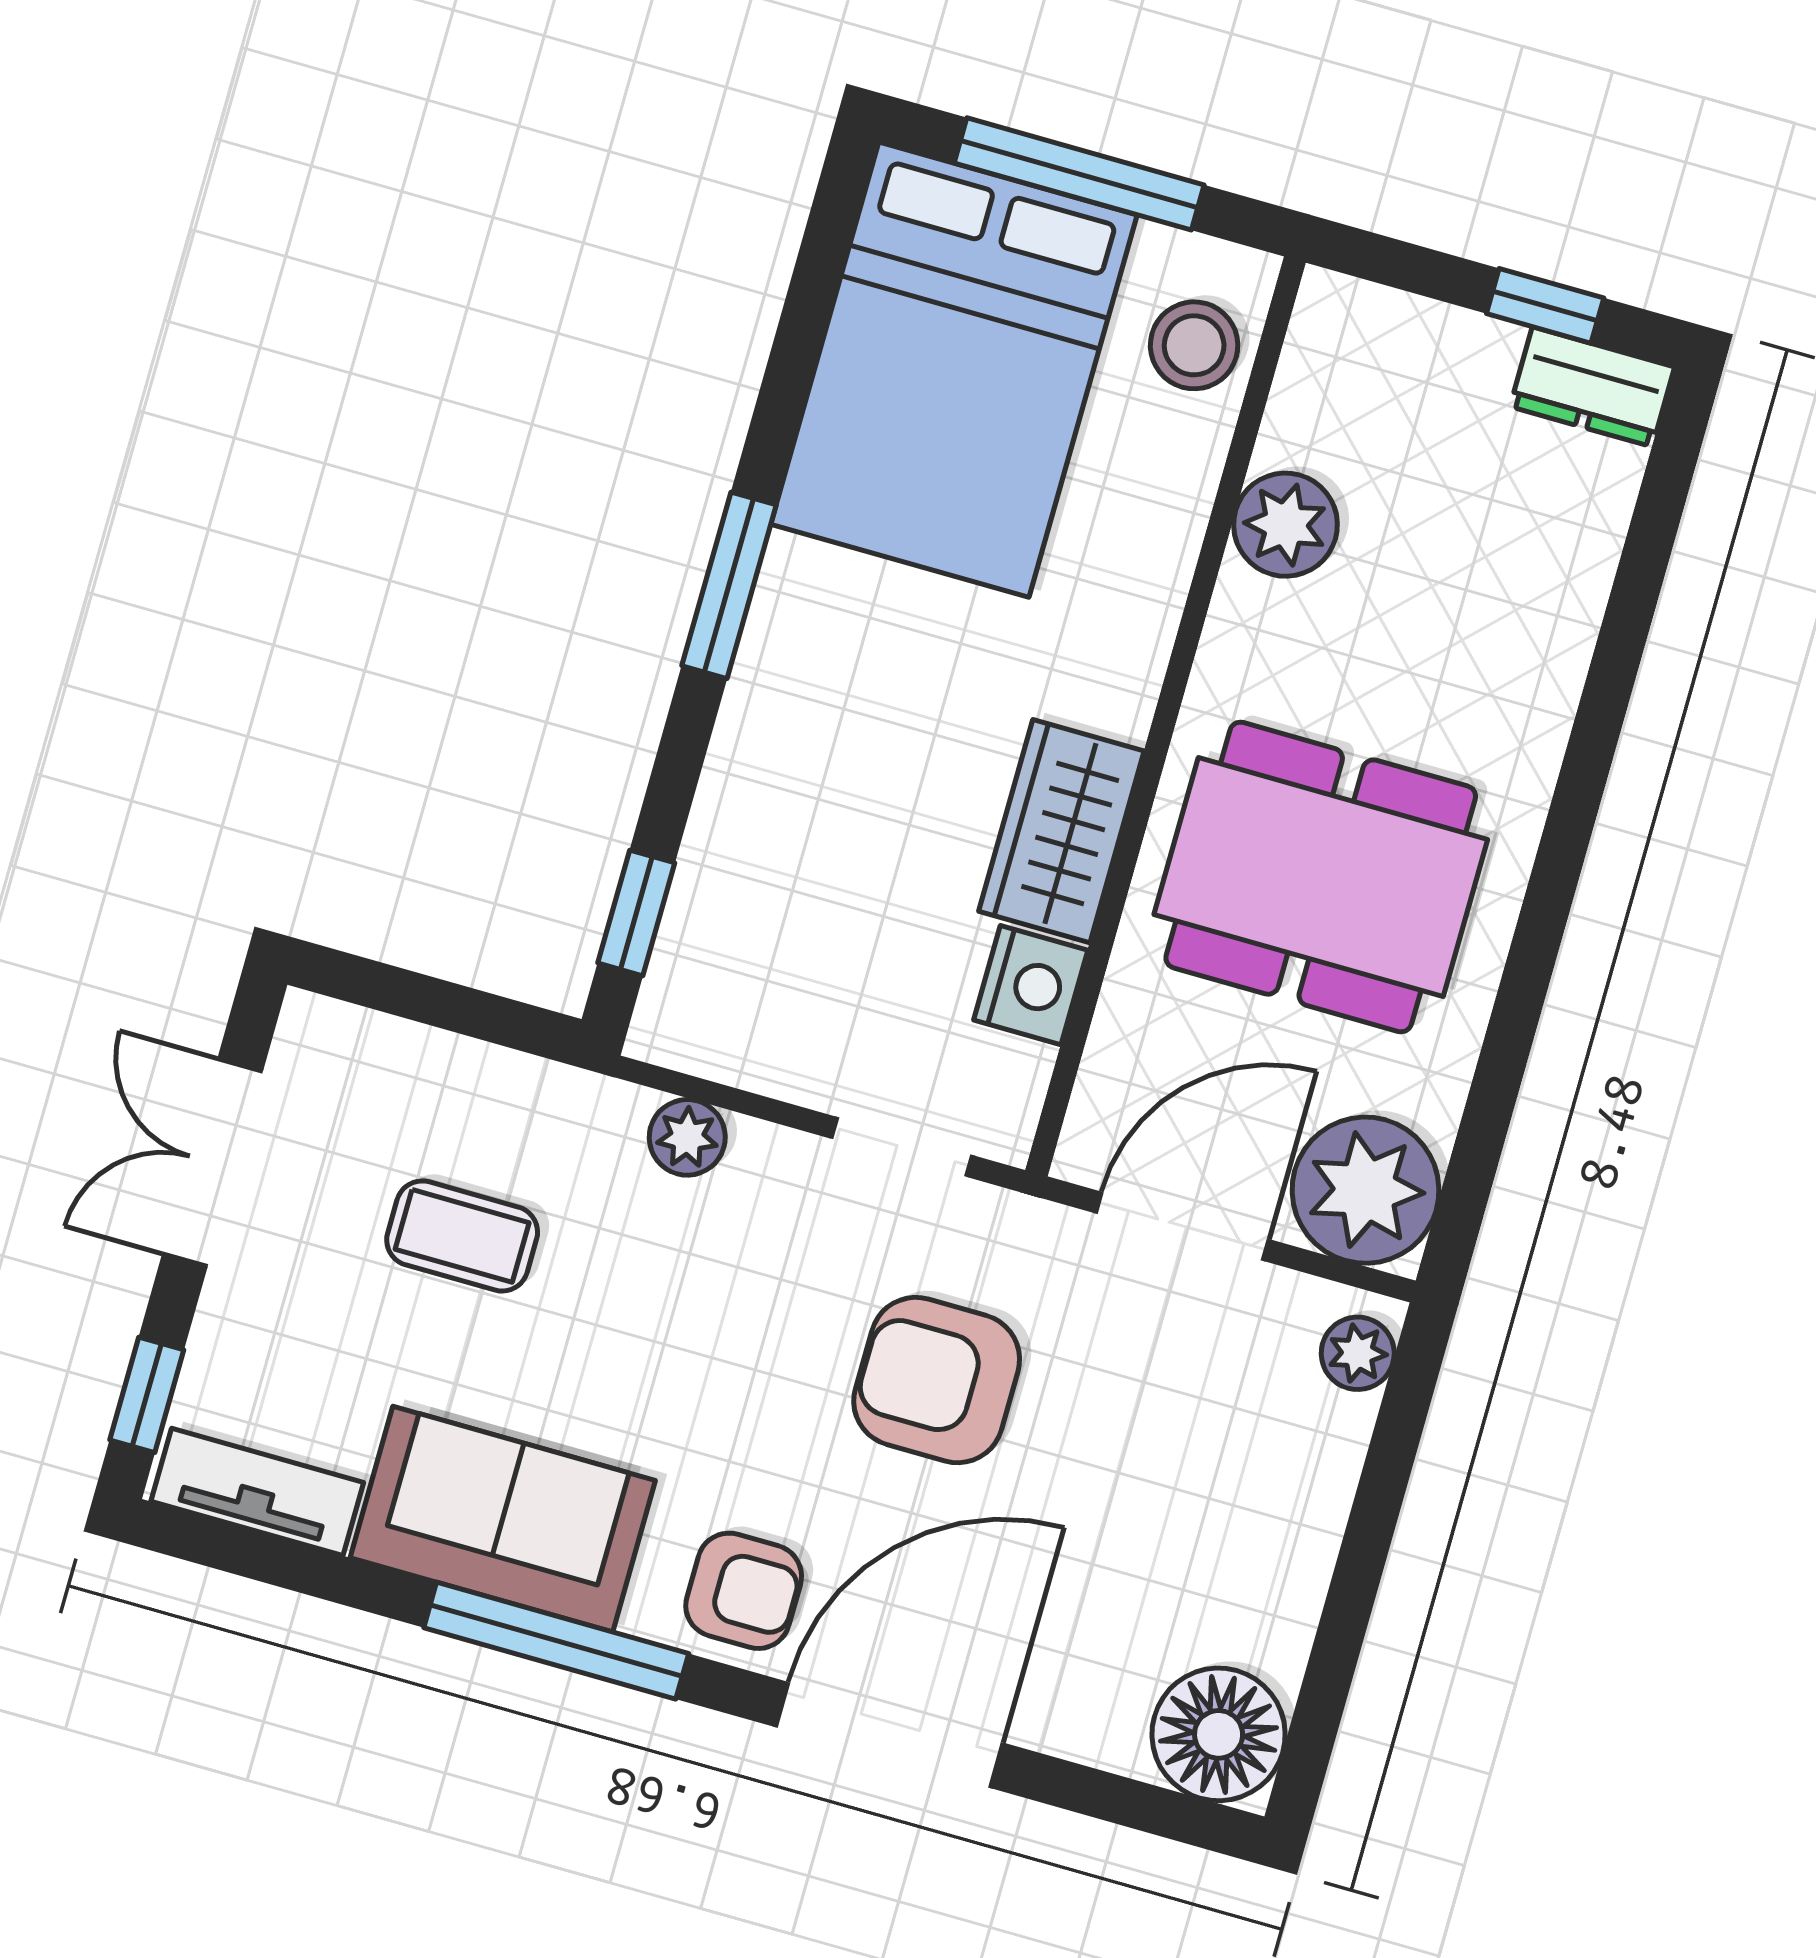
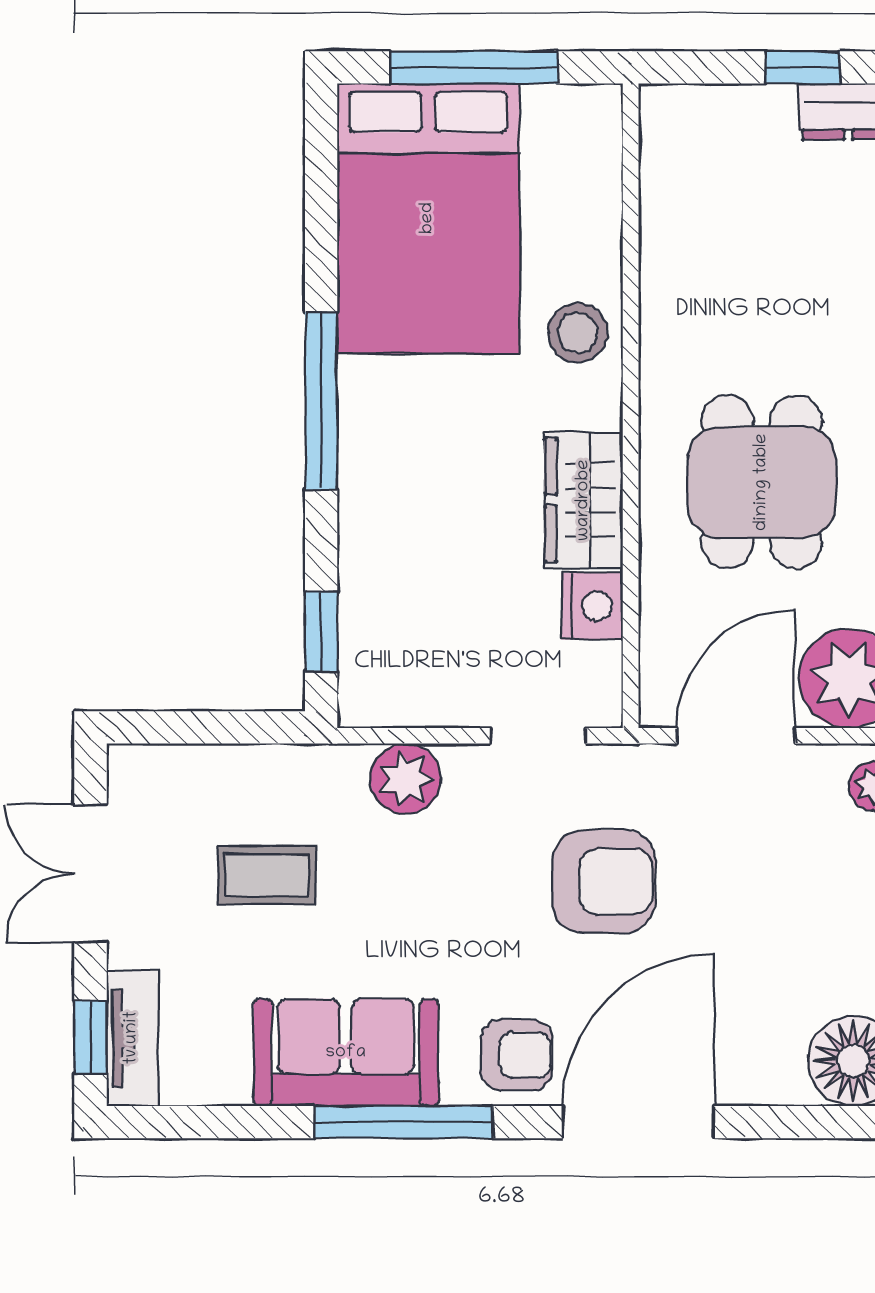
stool: (1194, 345) -> (578, 333), moved
plant: (1286, 525) -> (673, 258), removed
window: (729, 585) -> (321, 401), width x1.44
dining table: (1321, 877) -> (762, 482), width x0.73
plant: (687, 1137) -> (406, 779), width x1.38, depth x1.38
armchair: (937, 1380) -> (604, 882), turned 180
tv unit: (257, 1492) -> (132, 1038), moved, turned 90

